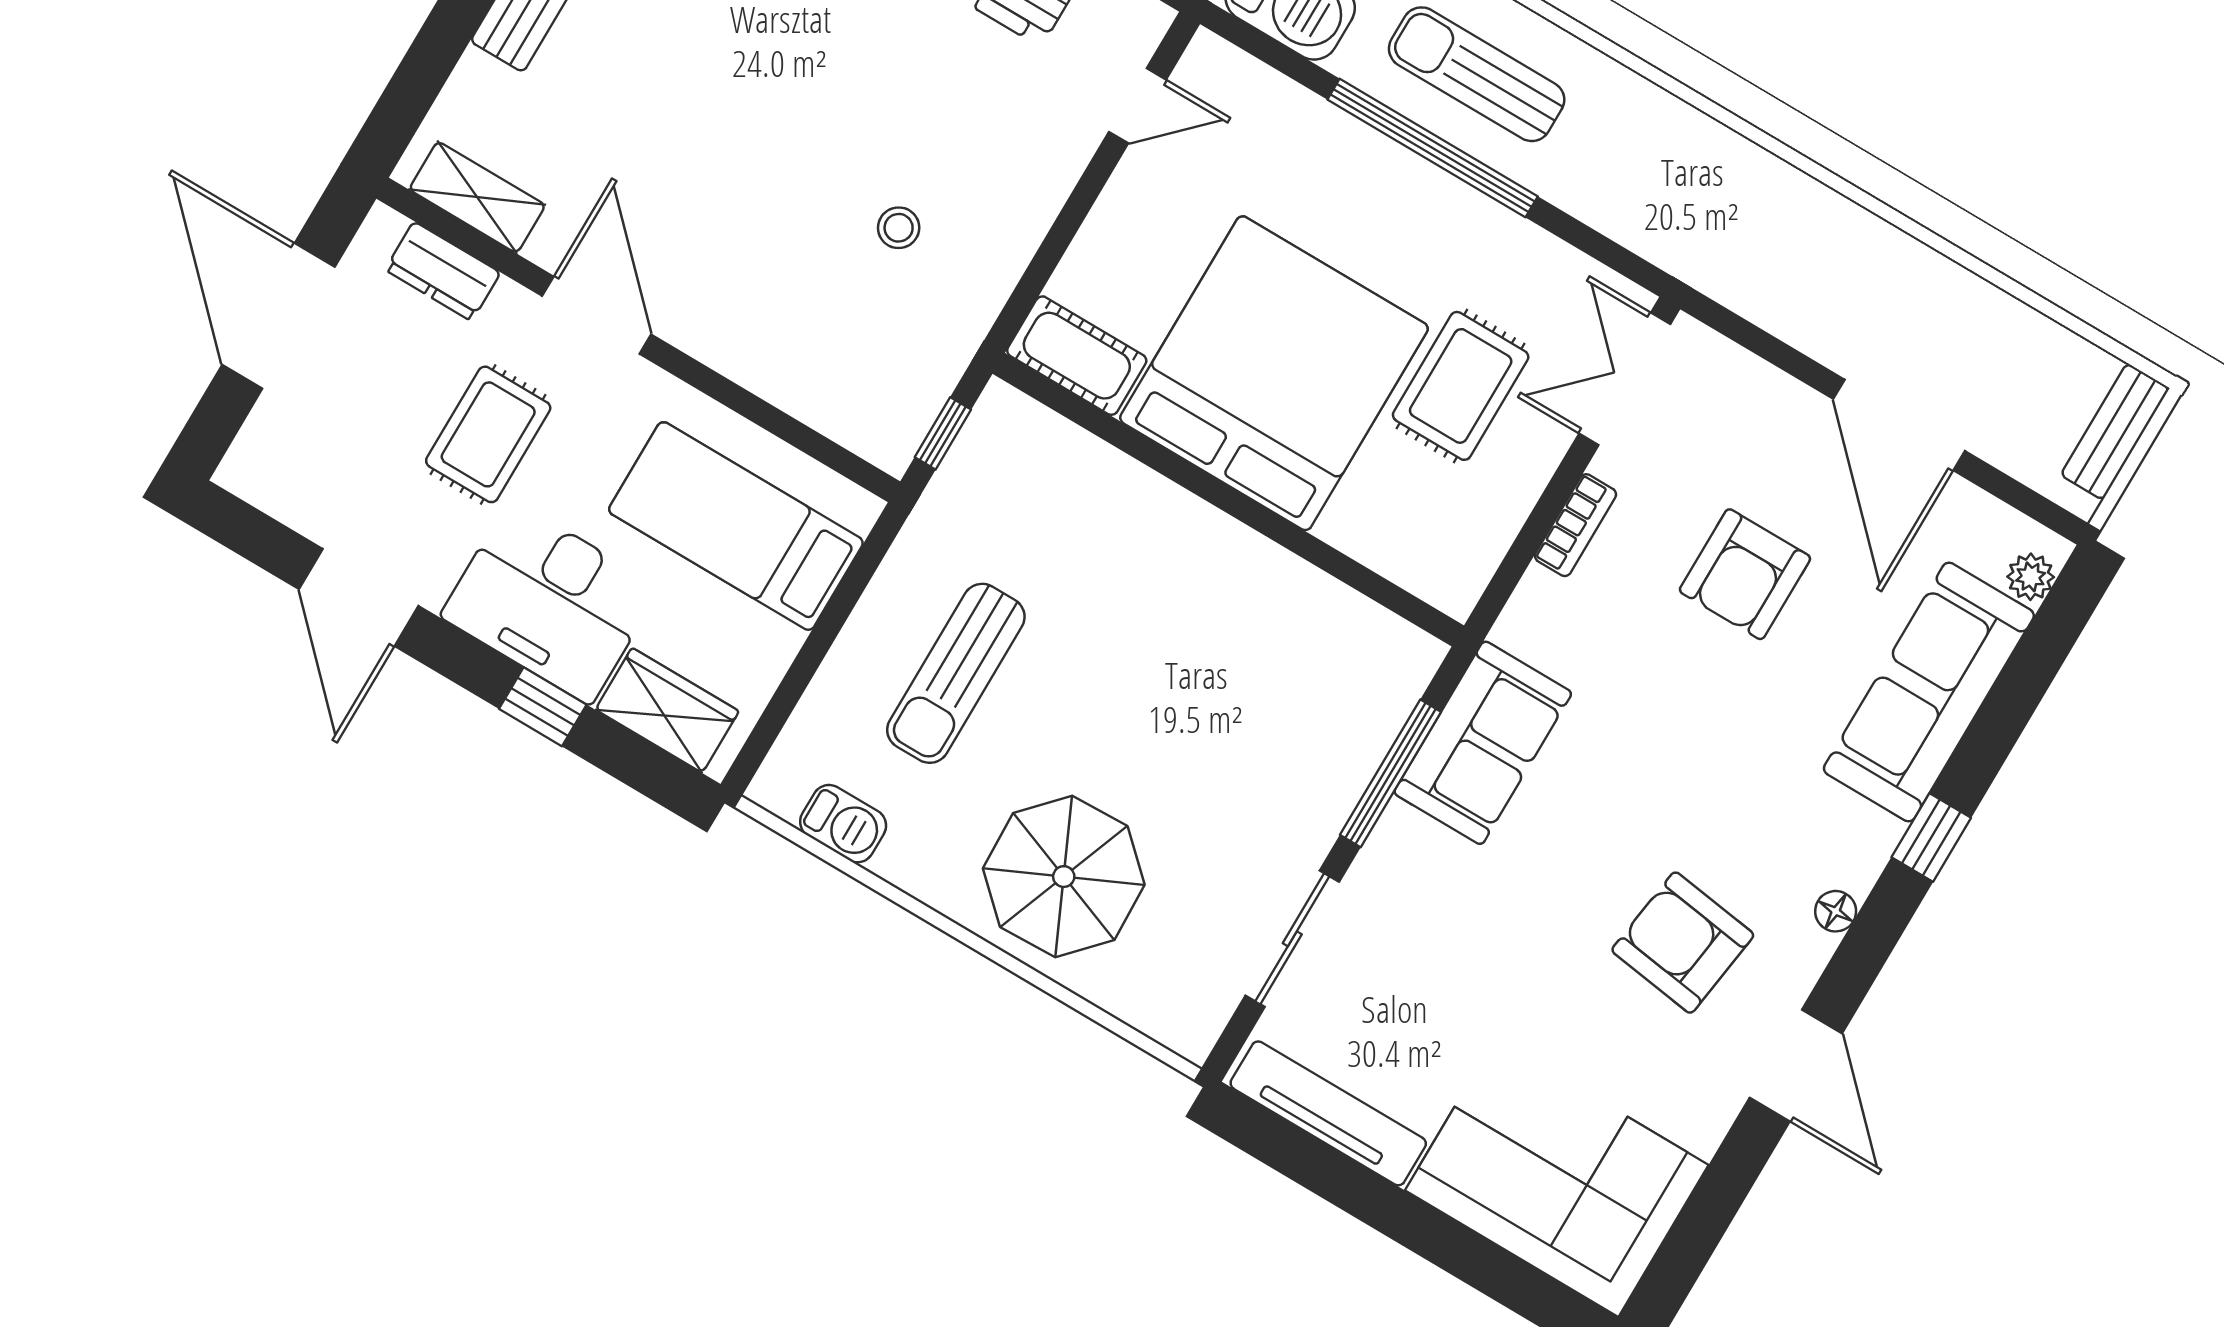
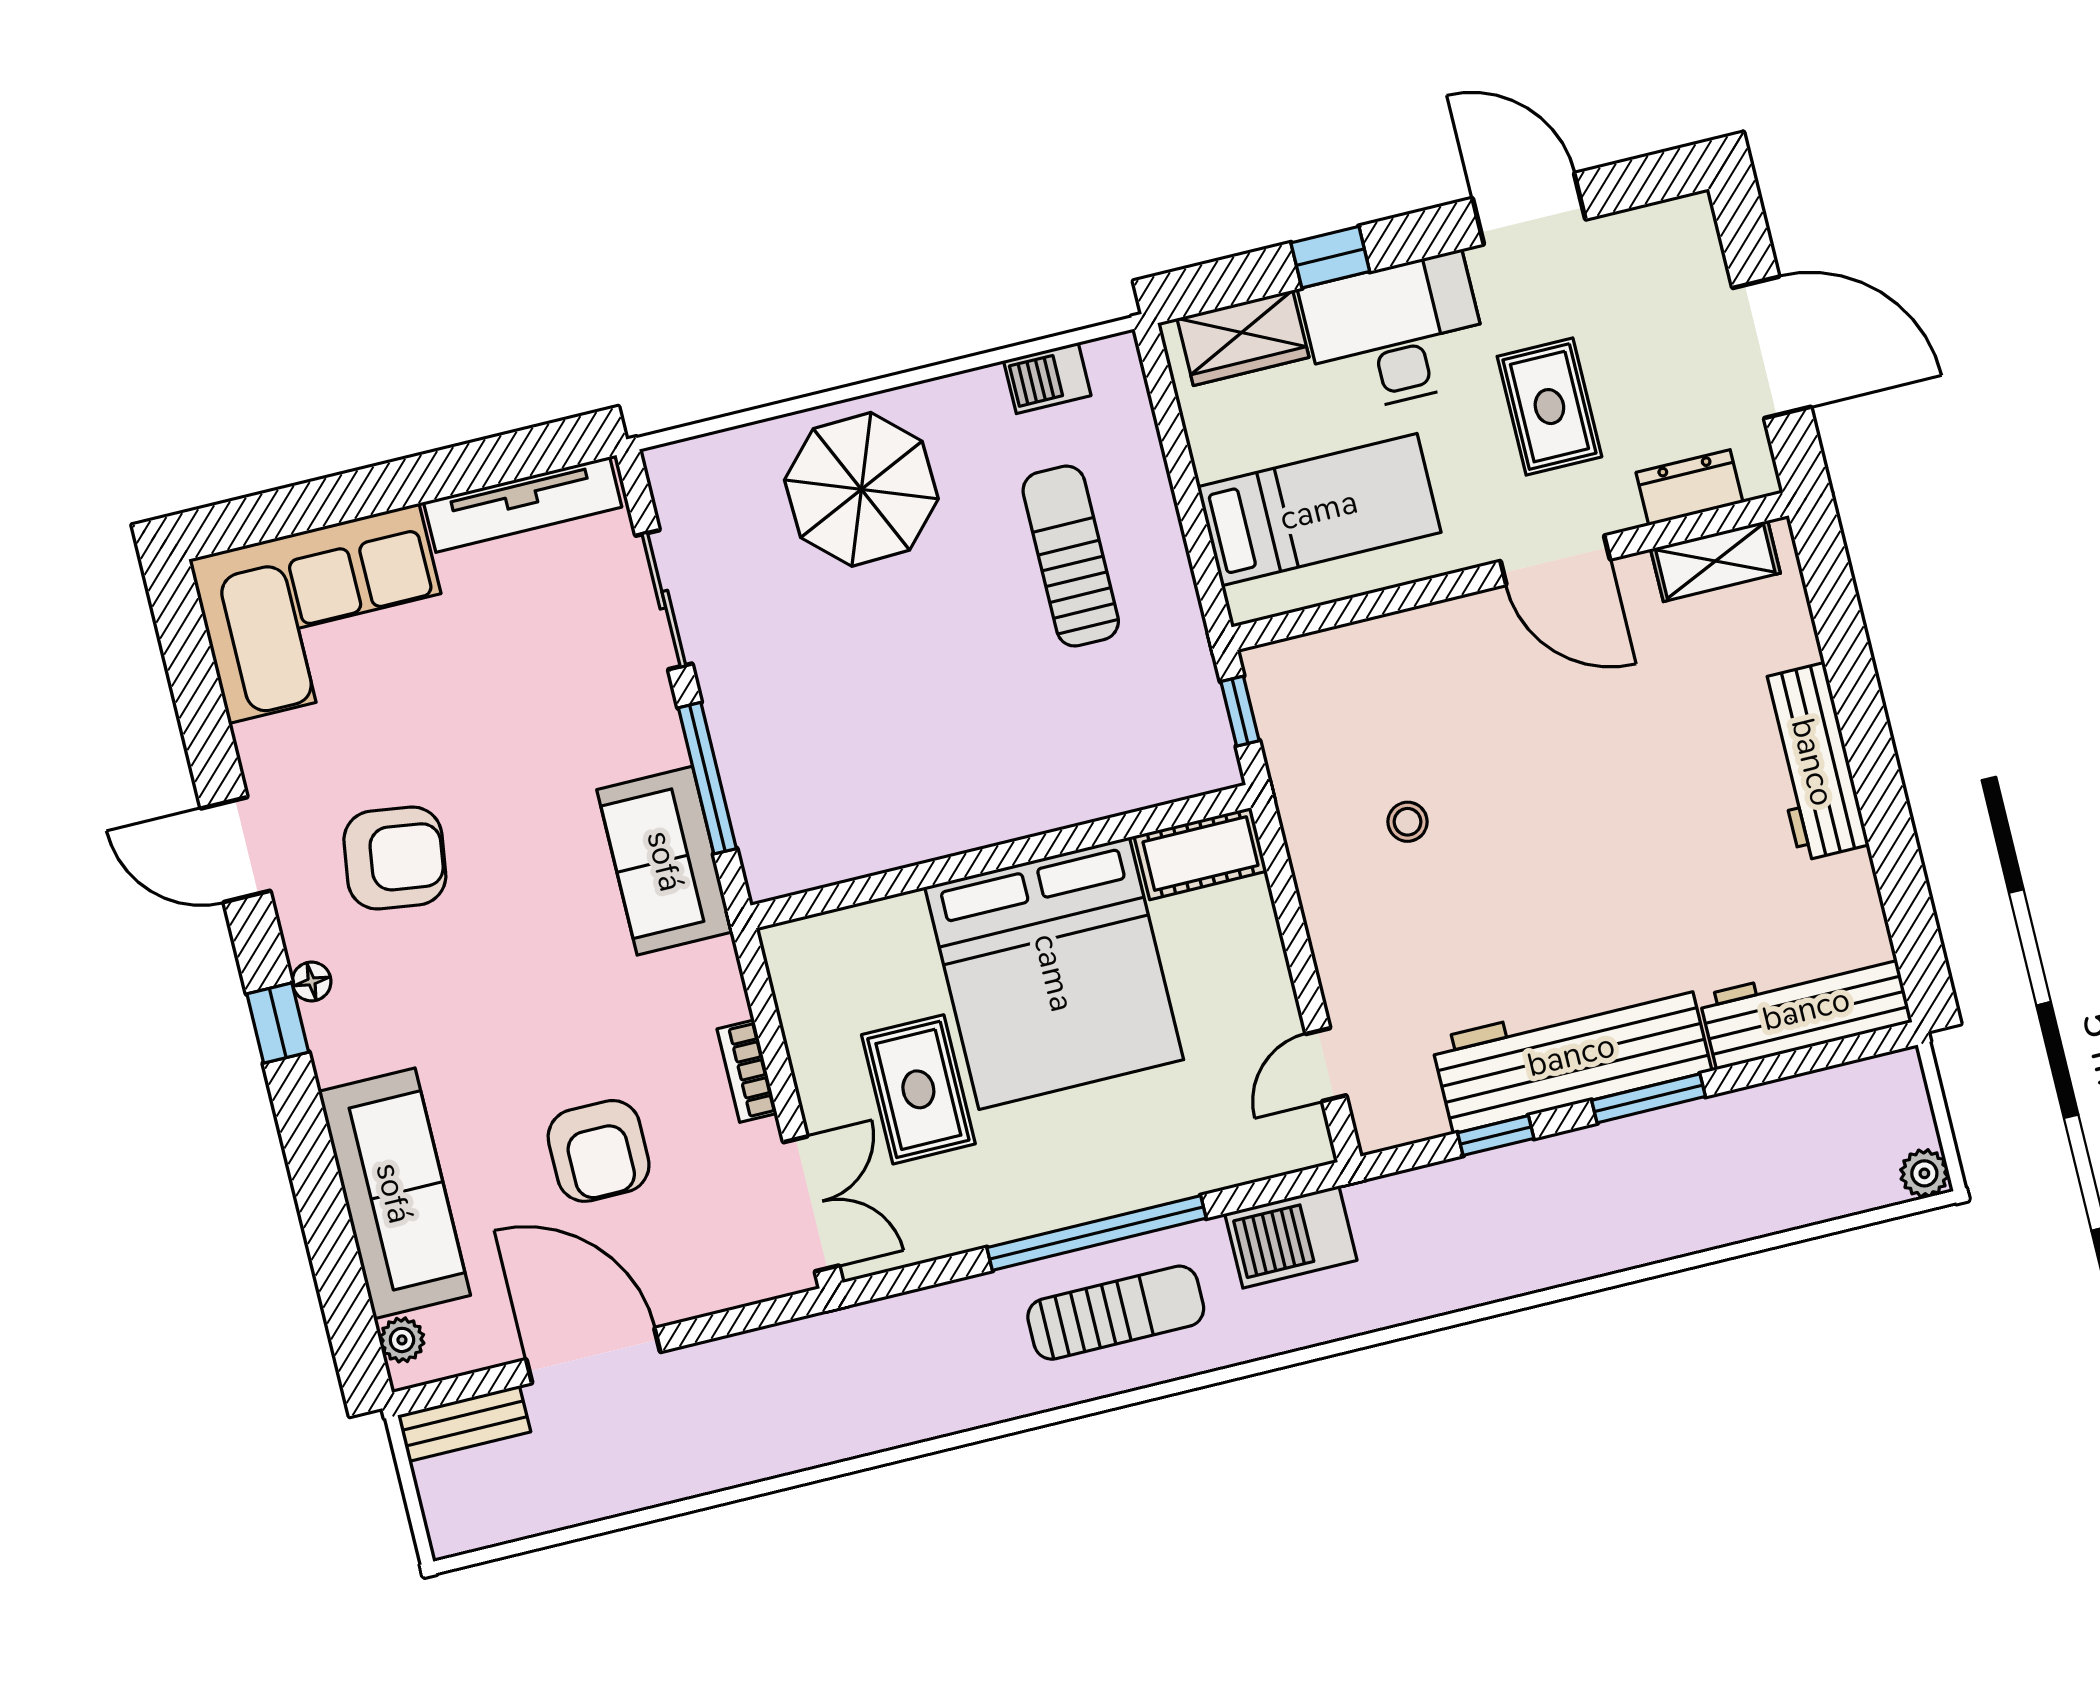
bench: (2115, 432) -> (464, 1423), moved, turned 90
armchair: (1745, 574) -> (599, 1151), turned 180
window: (1931, 838) -> (278, 1023), moved

